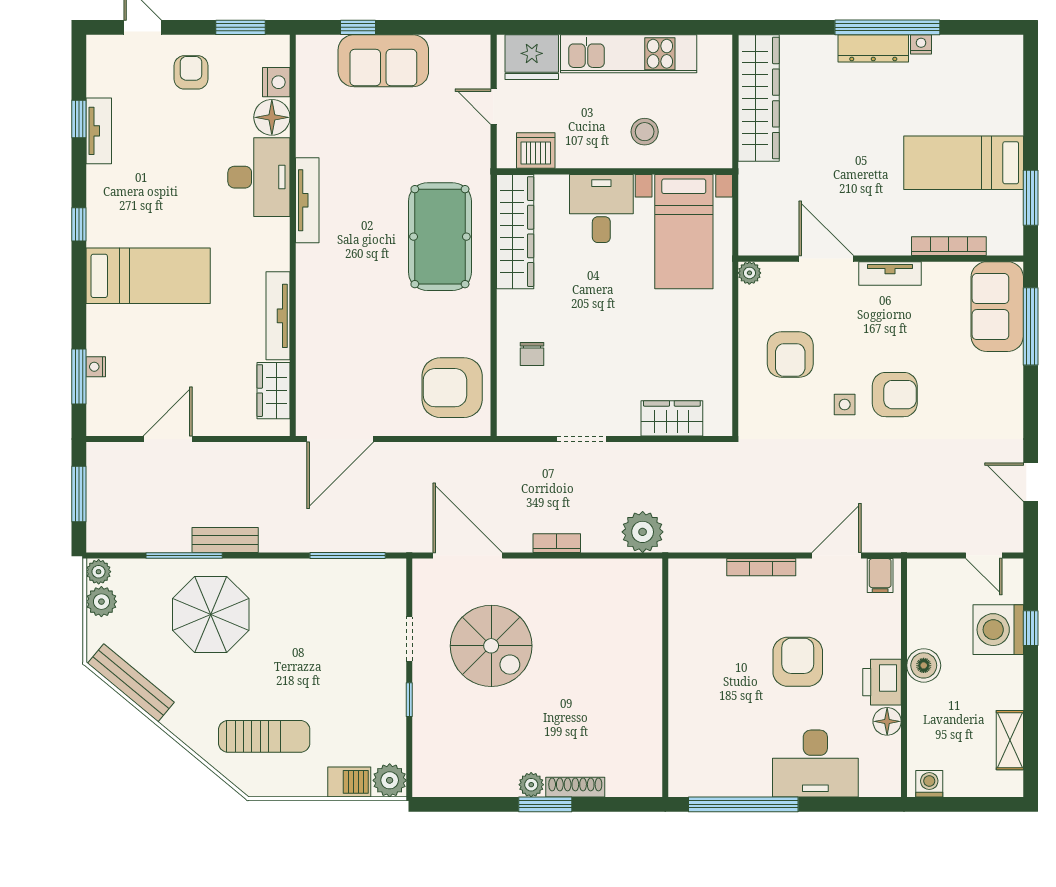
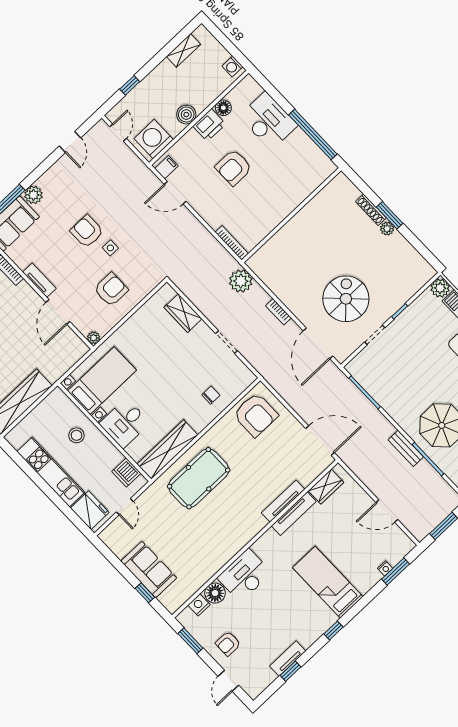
tv unit: (307, 200) -> (283, 501), moved
plant: (1007, 370) -> (33, 195), added
bookcase: (761, 567) -> (232, 243), moved
washing machine: (998, 630) -> (154, 139), moved, turned 180

